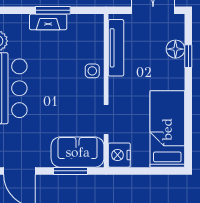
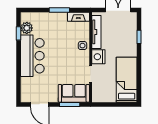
fireplace: (48, 22) -> (78, 17), moved
floor lamp: (175, 49) -> (131, 33), removed
nightstand: (119, 155) -> (98, 57), moved

